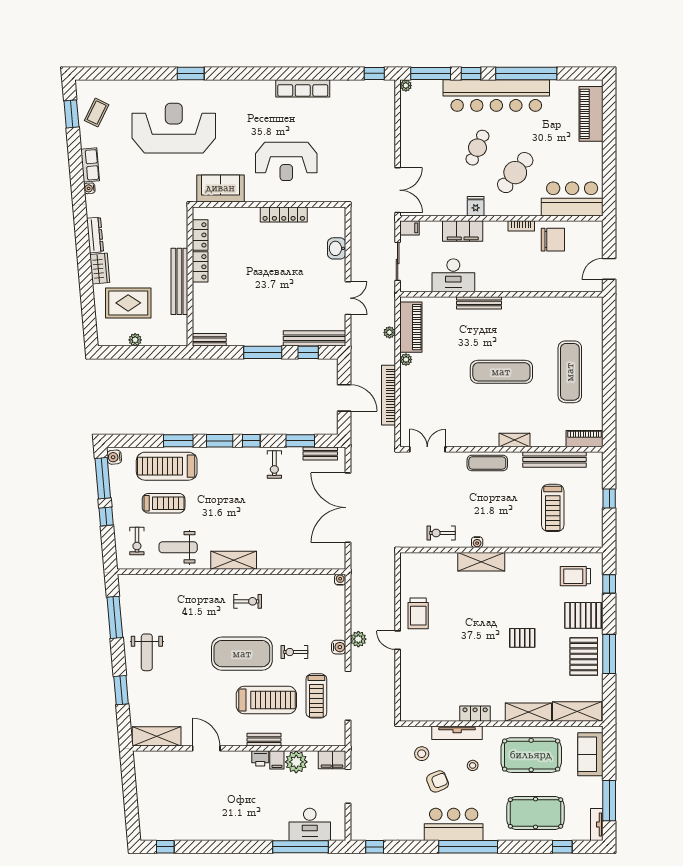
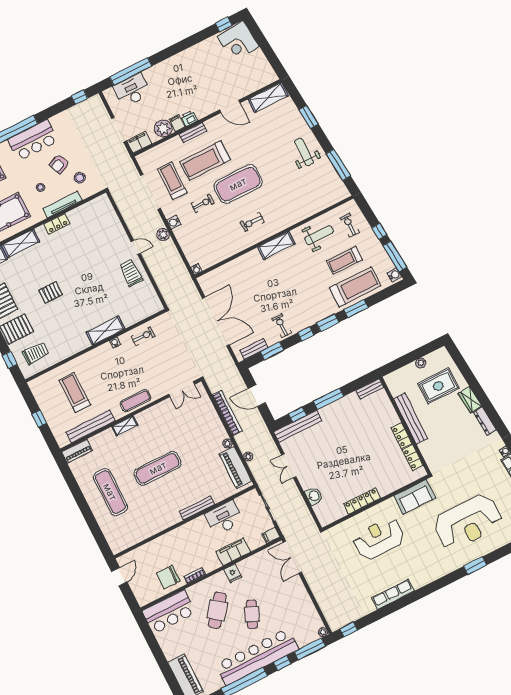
corner desk: (159, 819) -> (238, 41), added

